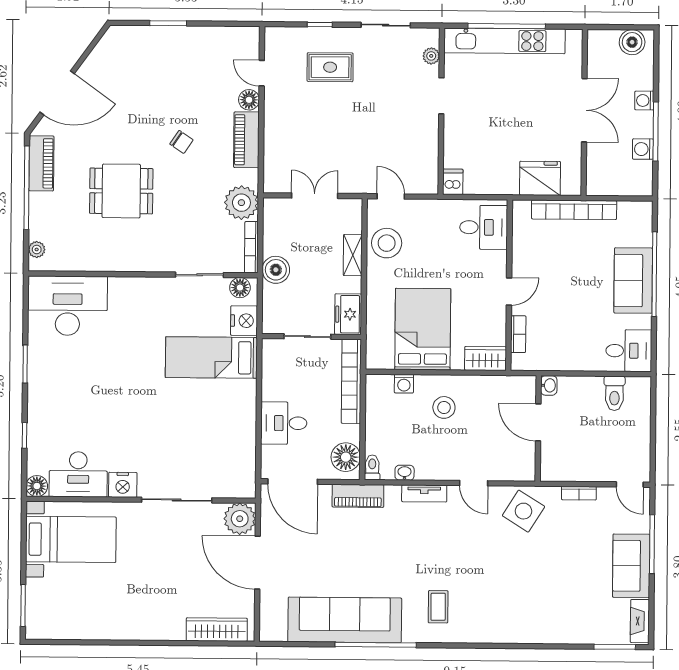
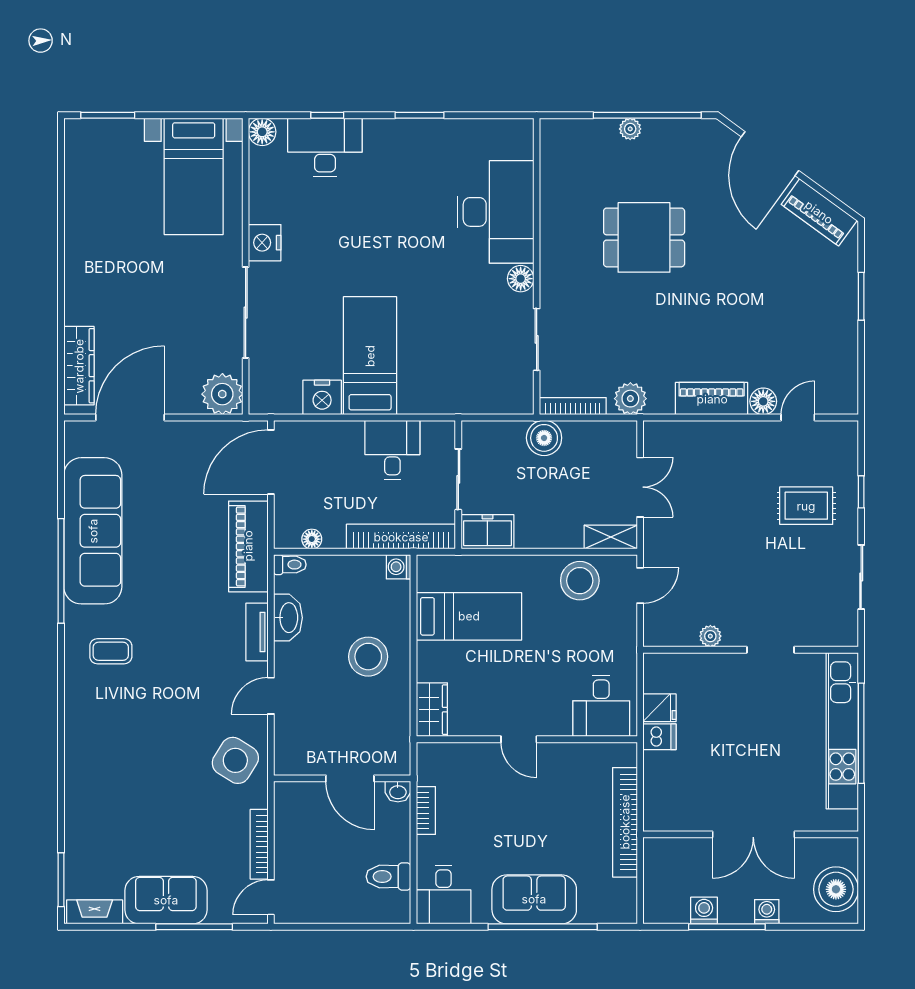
boiler: (632, 42) -> (836, 889), width x1.37, depth x1.37
plant: (431, 56) -> (710, 636), moved
rug: (330, 67) -> (806, 506), turned 90
chair: (181, 142) -> (708, 315), removed
piano: (41, 163) -> (819, 212), moved, turned 36
fridge: (540, 178) -> (660, 708), moved, width x0.53, depth x0.75
dishwasher: (453, 182) -> (660, 737), moved
dining table: (121, 191) -> (644, 237), turned 90
plant: (241, 203) -> (630, 399), width x0.73, depth x0.73
plant: (37, 249) -> (630, 129), moved
shelving: (353, 255) -> (611, 537), moved
floor lamp: (240, 288) -> (521, 279), moved
desk: (68, 306) -> (495, 212), moved
nightstand: (244, 321) -> (322, 397), moved
bed: (423, 329) -> (469, 616), width x0.67
bookcase: (518, 334) -> (426, 811), moved, turned -90
bed: (211, 358) -> (370, 356), moved
washing machine: (404, 384) -> (399, 567), moved
stool: (444, 407) -> (368, 657), width x1.38, depth x1.38
door: (538, 422) -> (350, 778), swing flipped
desk: (284, 423) -> (392, 450), moved
floor lamp: (346, 457) -> (312, 539), width x0.53, depth x0.53
washbasin: (405, 473) -> (288, 618), width x1.91, depth x1.45
desk: (78, 474) -> (325, 147), moved, turned 90
bookcase: (579, 493) -> (259, 844), width x1.56
piano: (358, 496) -> (248, 546), width x1.37, depth x1.33
door: (257, 563) -> (130, 417), moved

